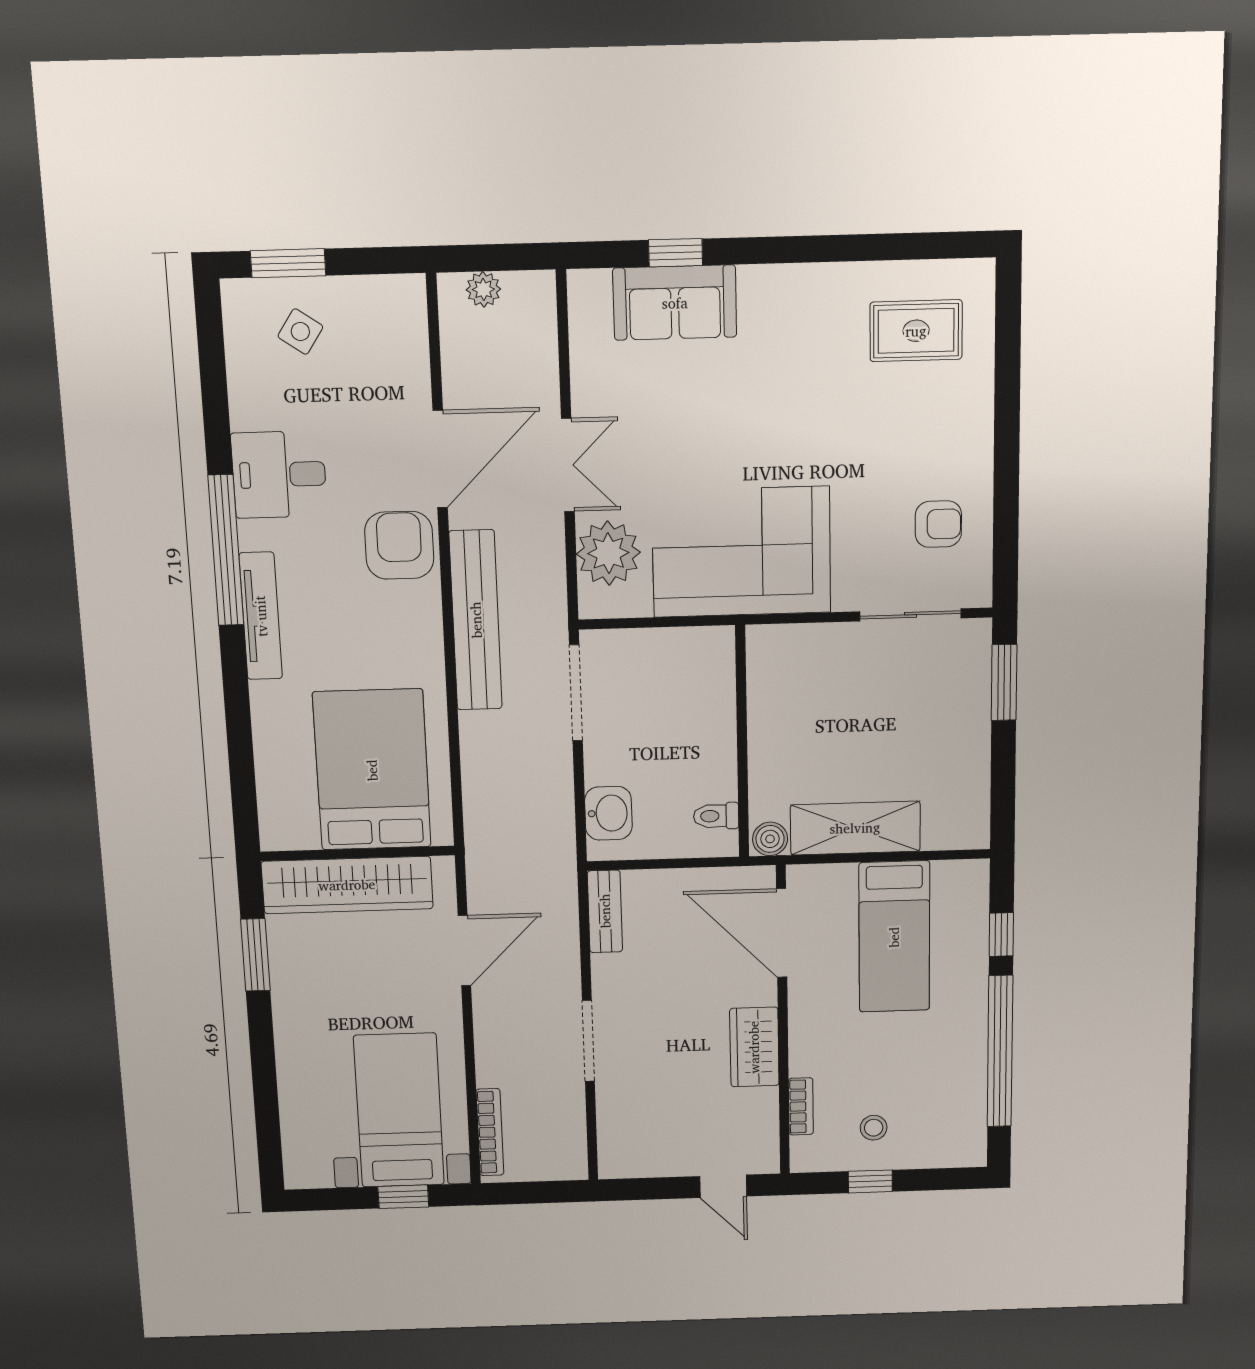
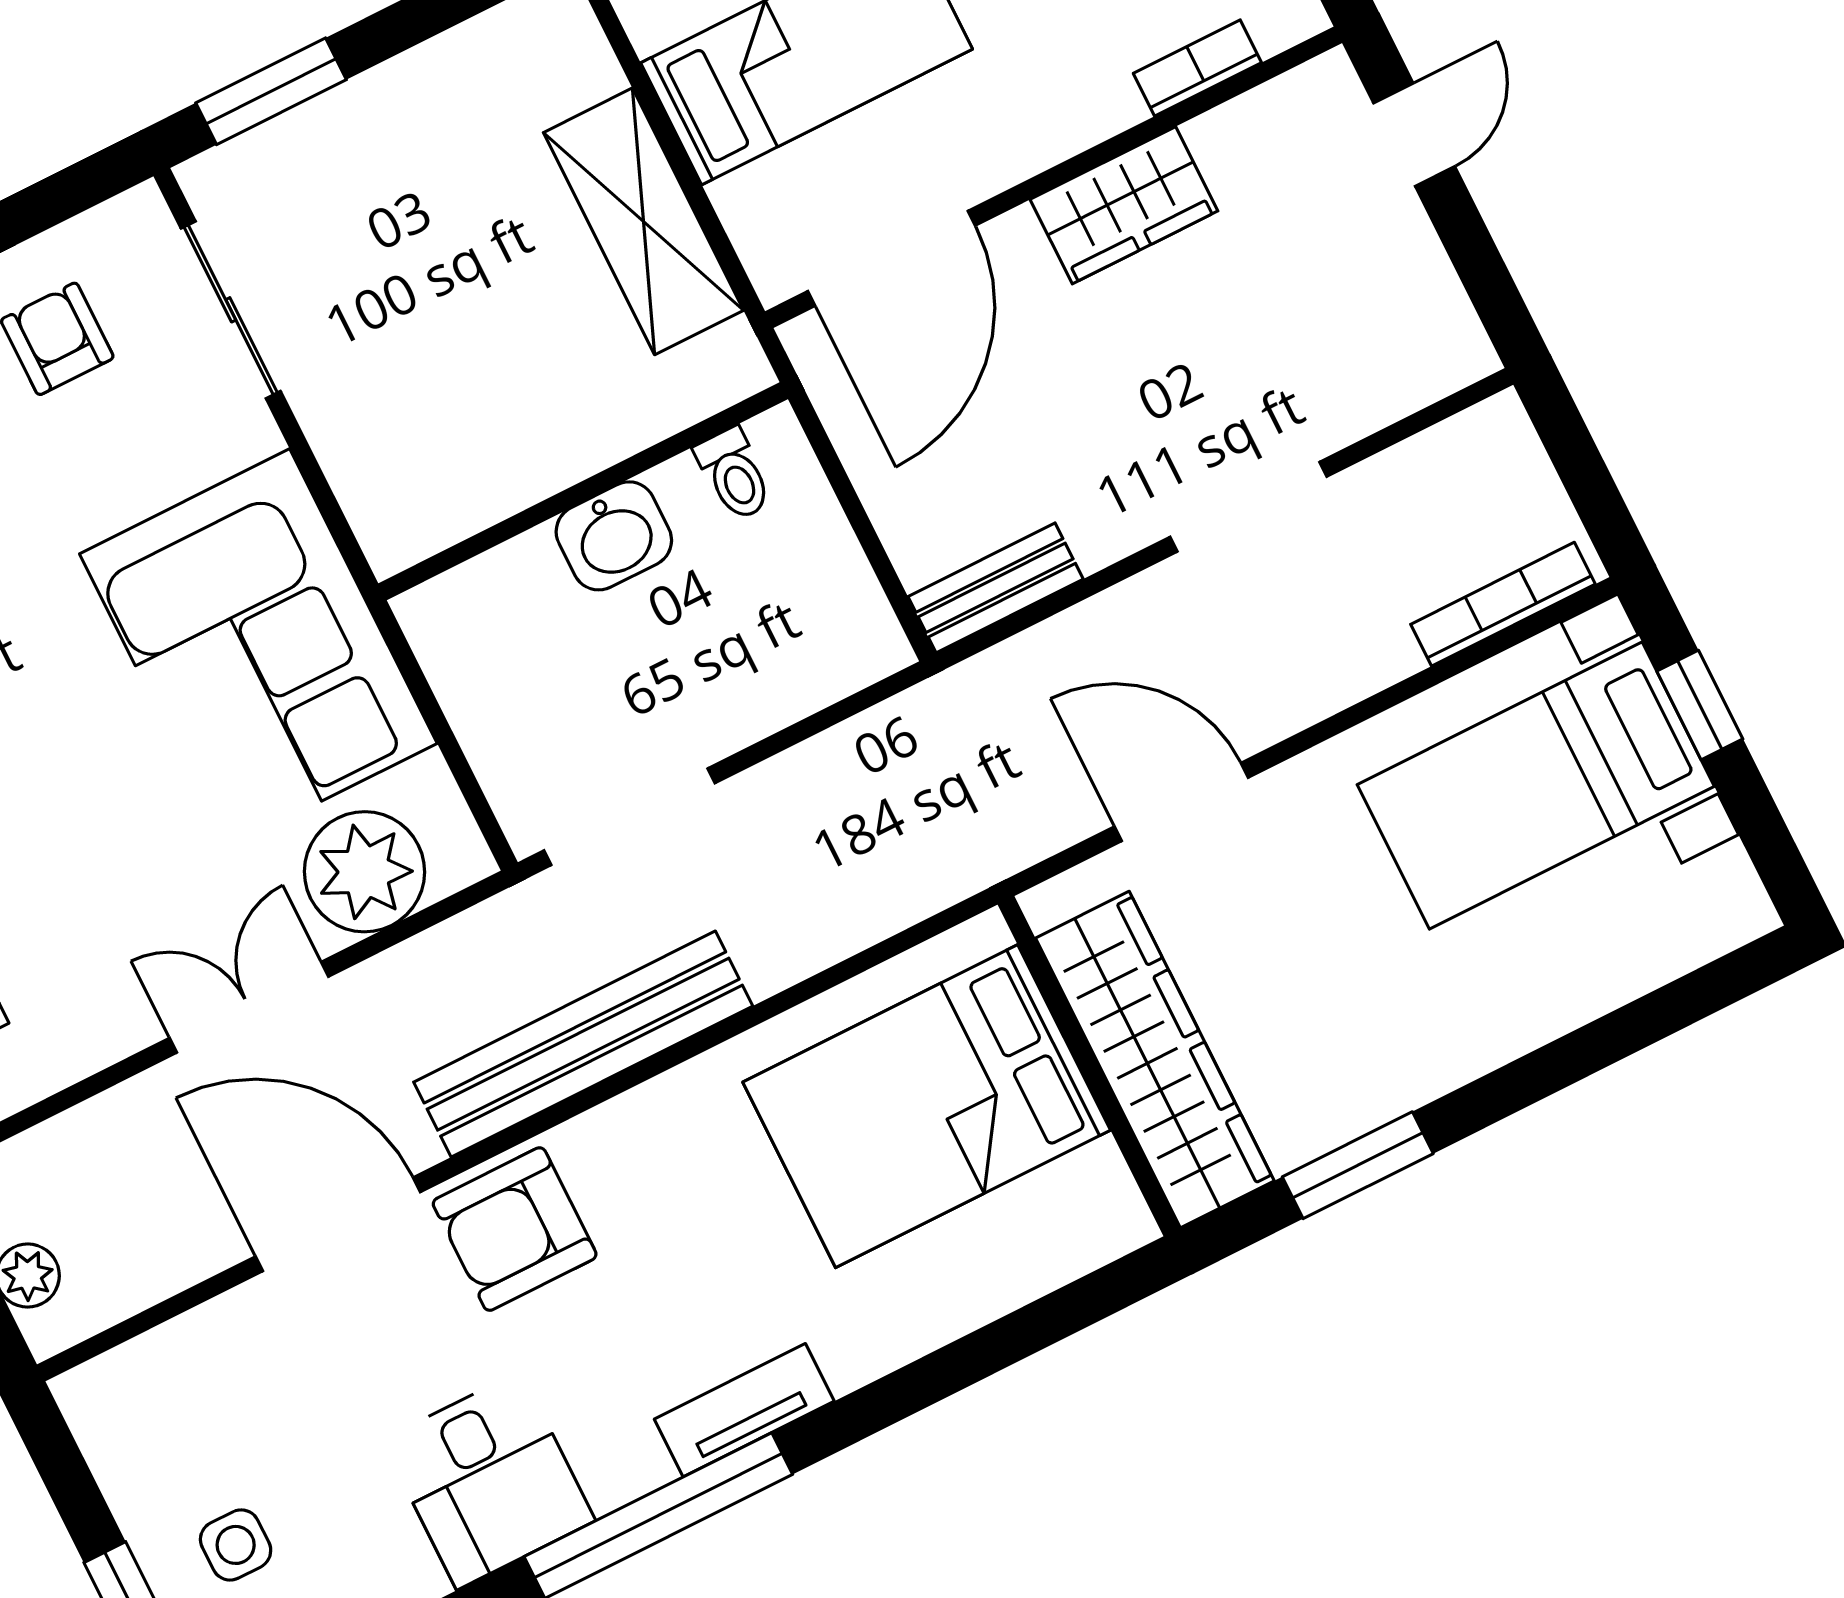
side table: (300, 332) -> (236, 1545), turned -34
tv unit: (261, 616) -> (744, 1410), width x0.71
washbasin: (608, 813) -> (614, 536), moved, turned 180
boiler: (770, 839) -> (731, 361), removed

